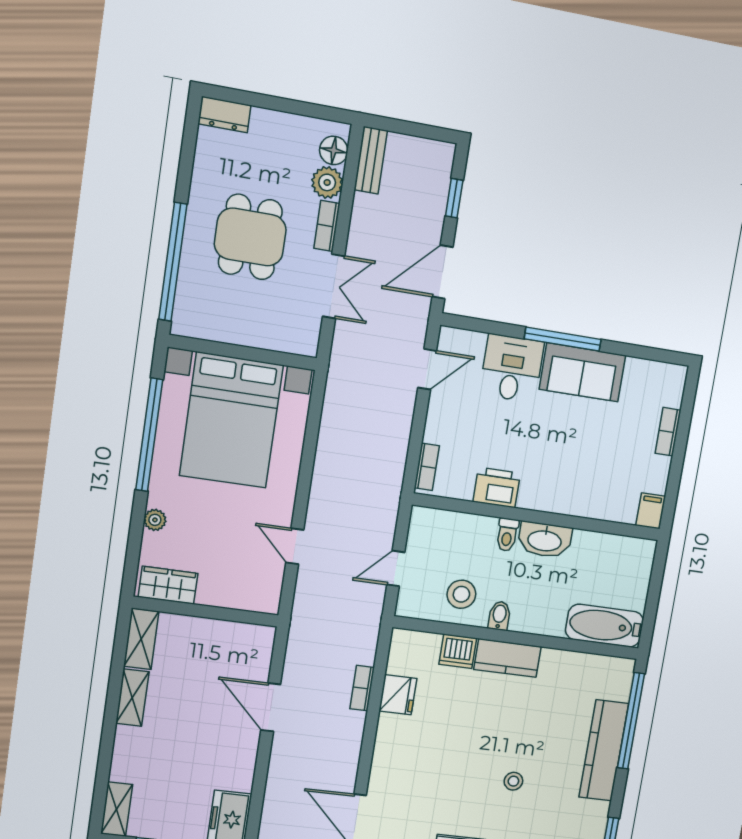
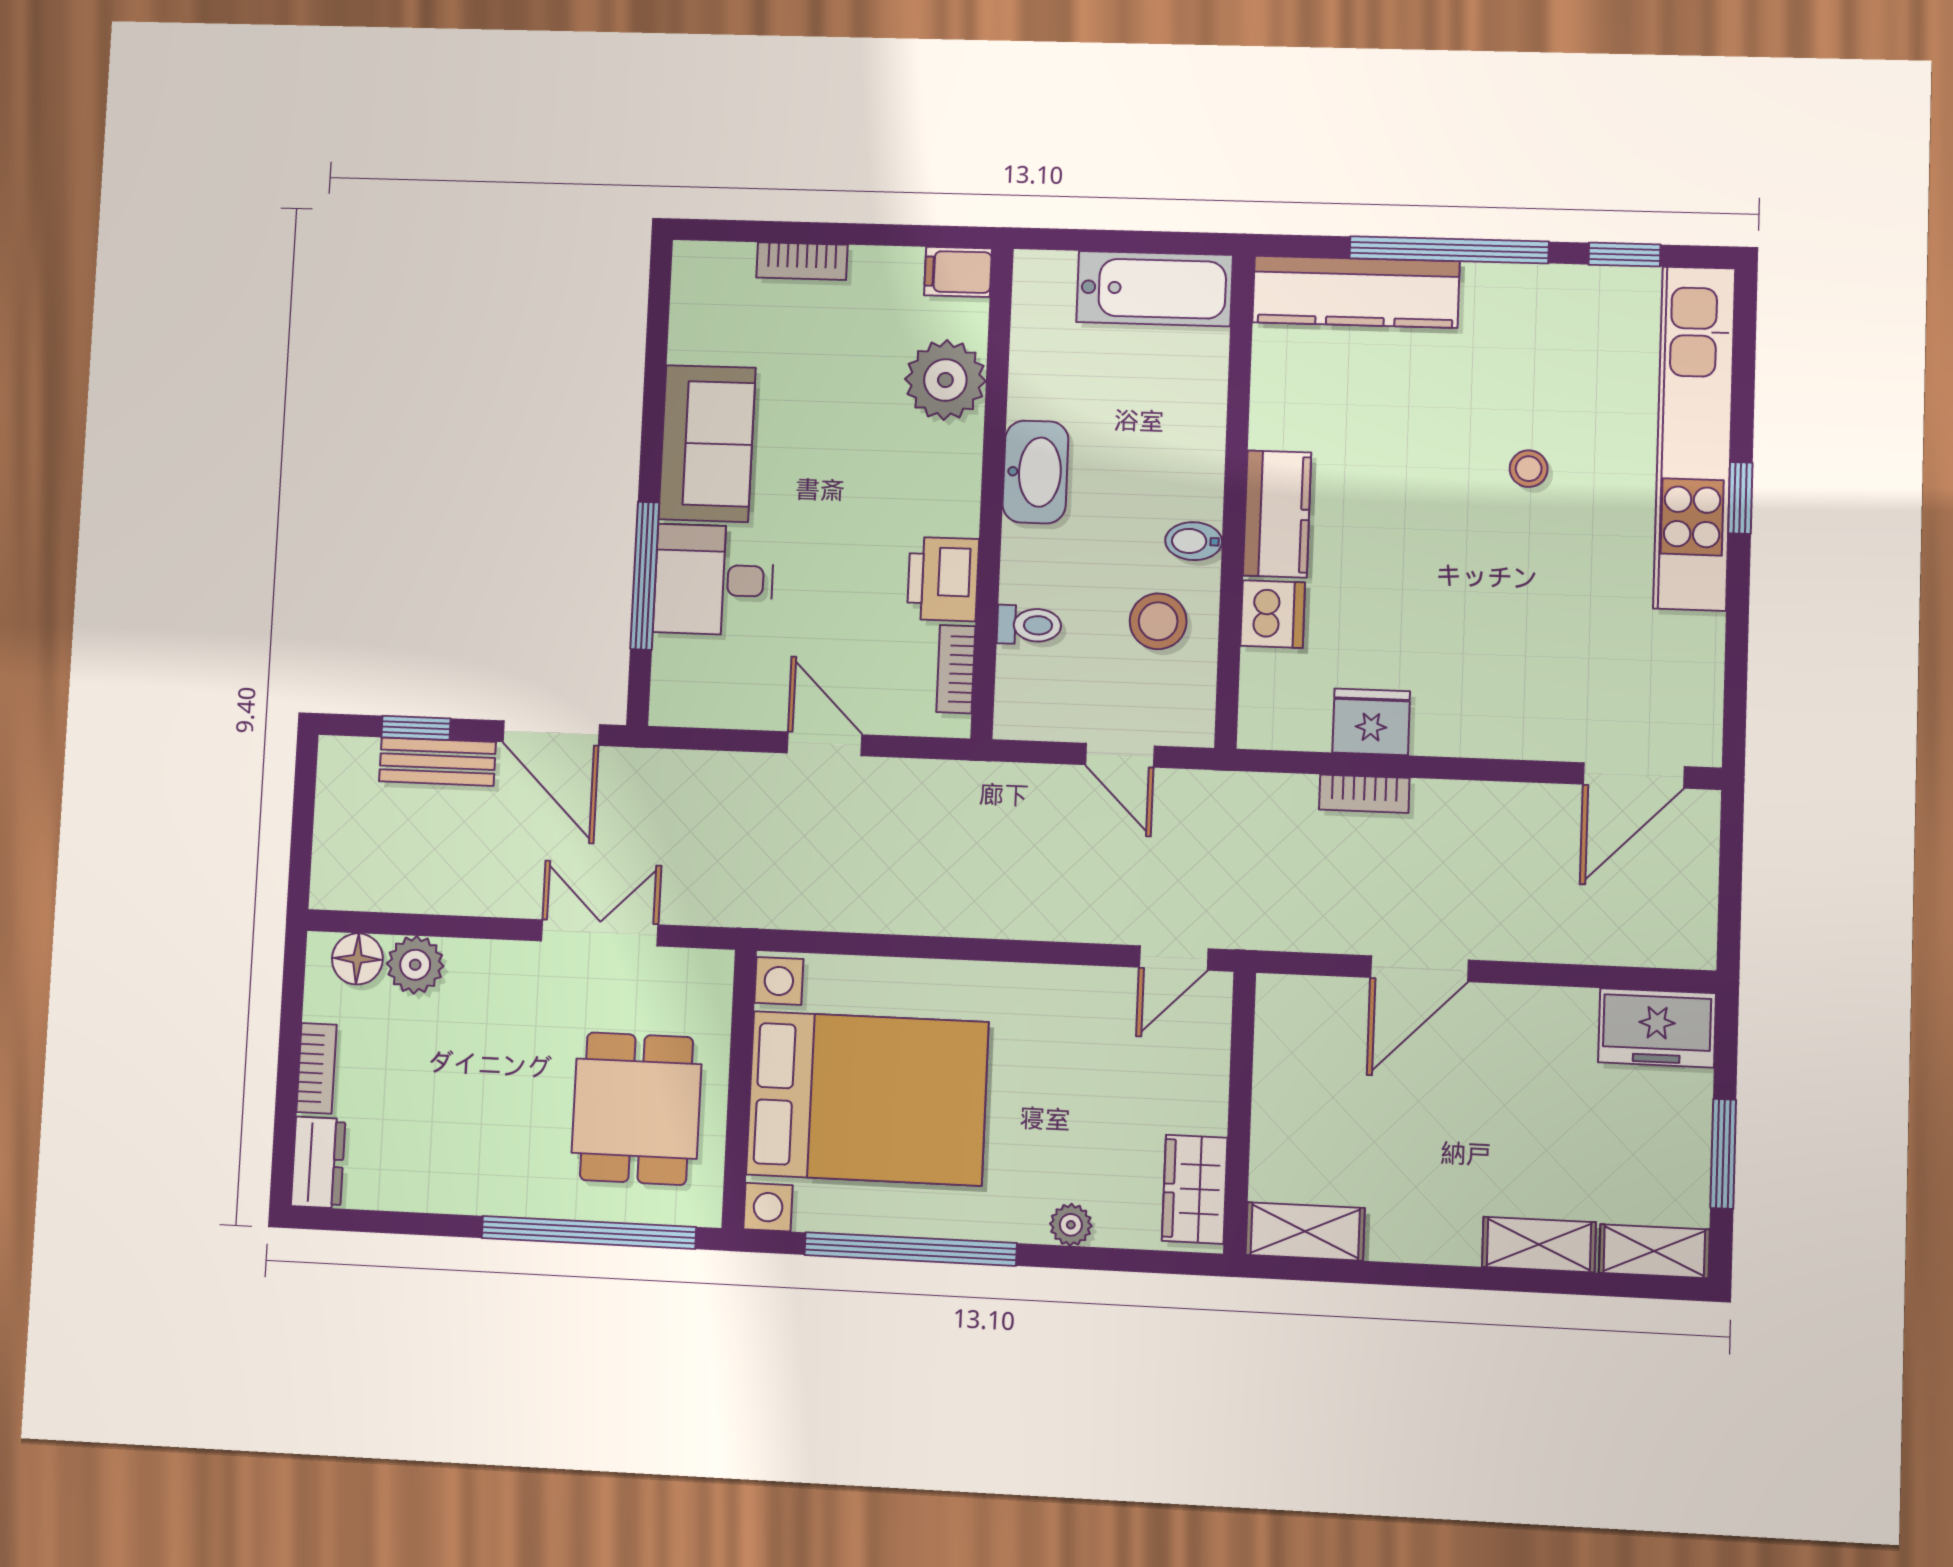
bench: (371, 160) -> (437, 762), moved
bookcase: (327, 226) -> (317, 1068), moved, turned -90
dining table: (250, 237) -> (637, 1109), moved, turned 90
window: (563, 339) -> (645, 576), moved
door: (427, 369) -> (825, 744), moved
bookcase: (427, 467) -> (956, 669), moved, turned -90
plant: (597, 499) -> (945, 380), added
toilet: (507, 535) -> (1029, 625), moved
door: (295, 546) -> (1174, 958), moved
bathtub: (605, 626) -> (1155, 289), moved, turned -90
shelving: (132, 698) -> (1539, 1245), moved
window: (631, 721) -> (1449, 250), moved
kitchen counter: (604, 750) -> (1356, 292), moved

